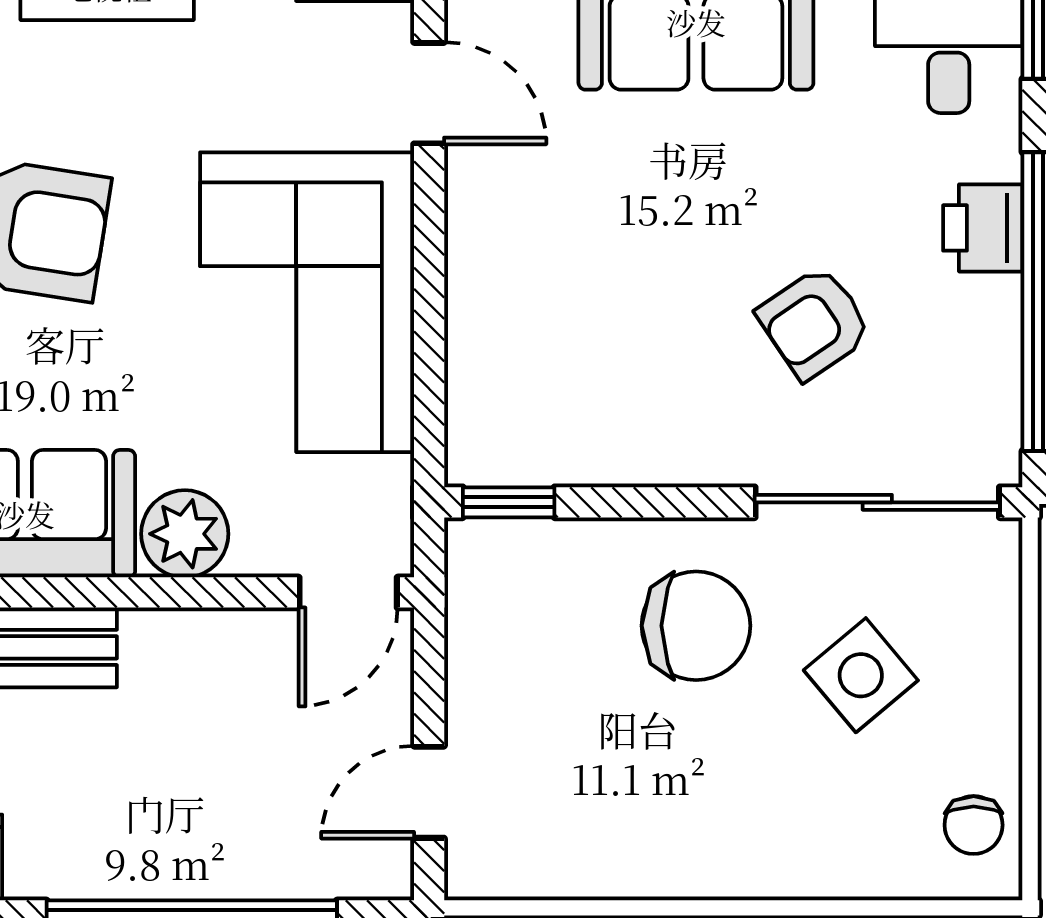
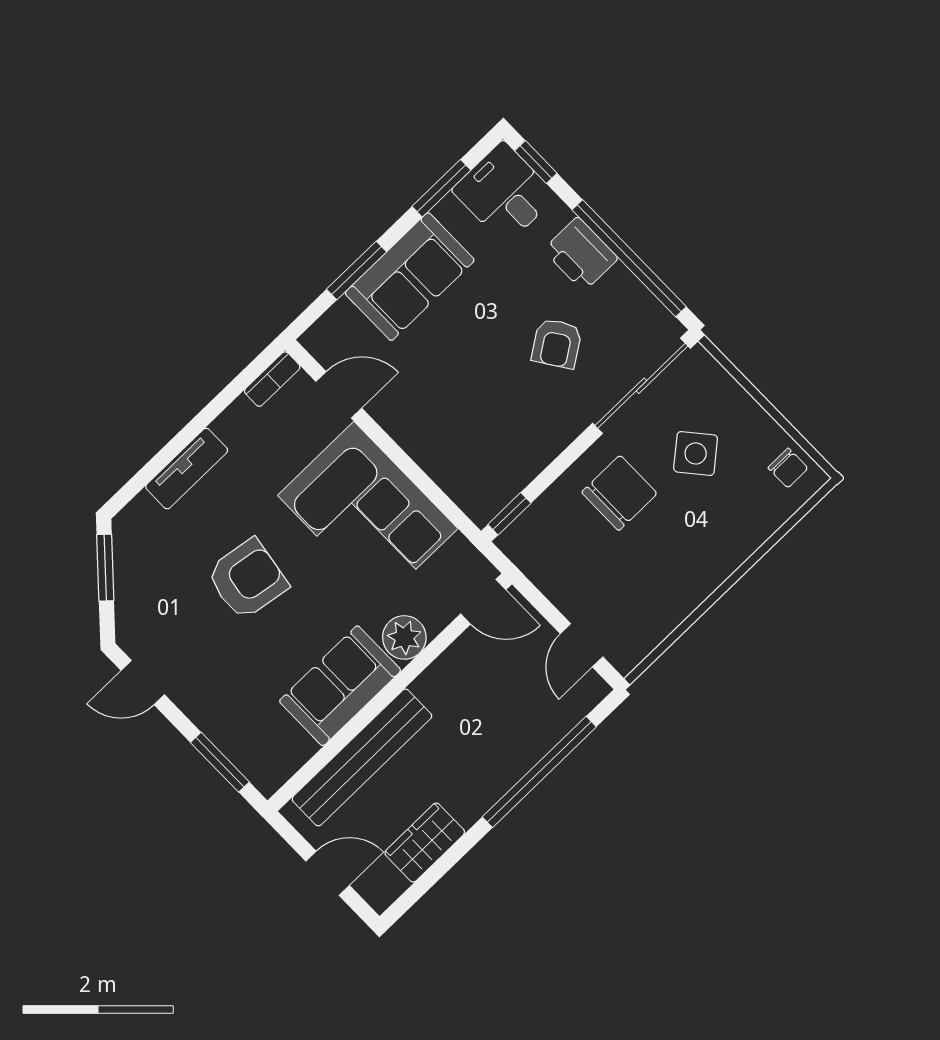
printer: (983, 228) -> (581, 254), width x1.36, depth x1.24
door: (348, 592) -> (483, 602), hinge flipped

